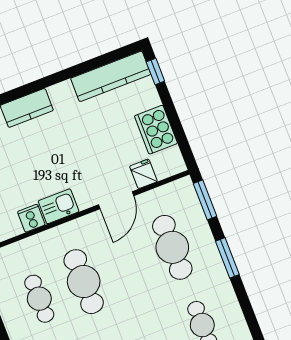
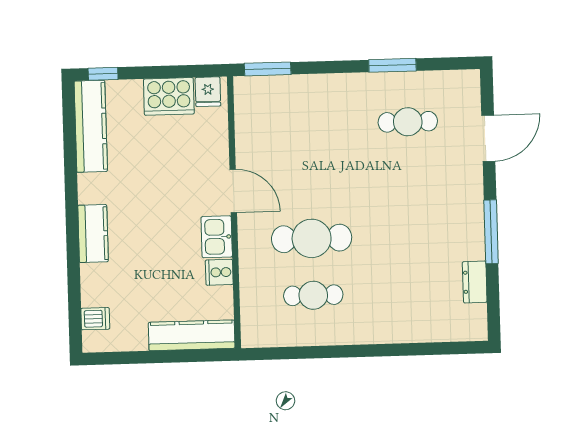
fridge: (143, 174) -> (208, 92), moved, turned -90
door: (116, 200) -> (233, 191), moved
cafe table: (172, 247) -> (308, 125), removed
window: (227, 258) -> (392, 65), moved

